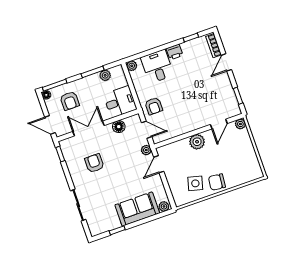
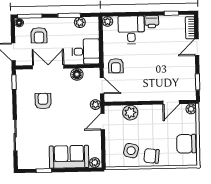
plant: (197, 142) -> (130, 113), moved
chair: (247, 159) -> (186, 144), added

